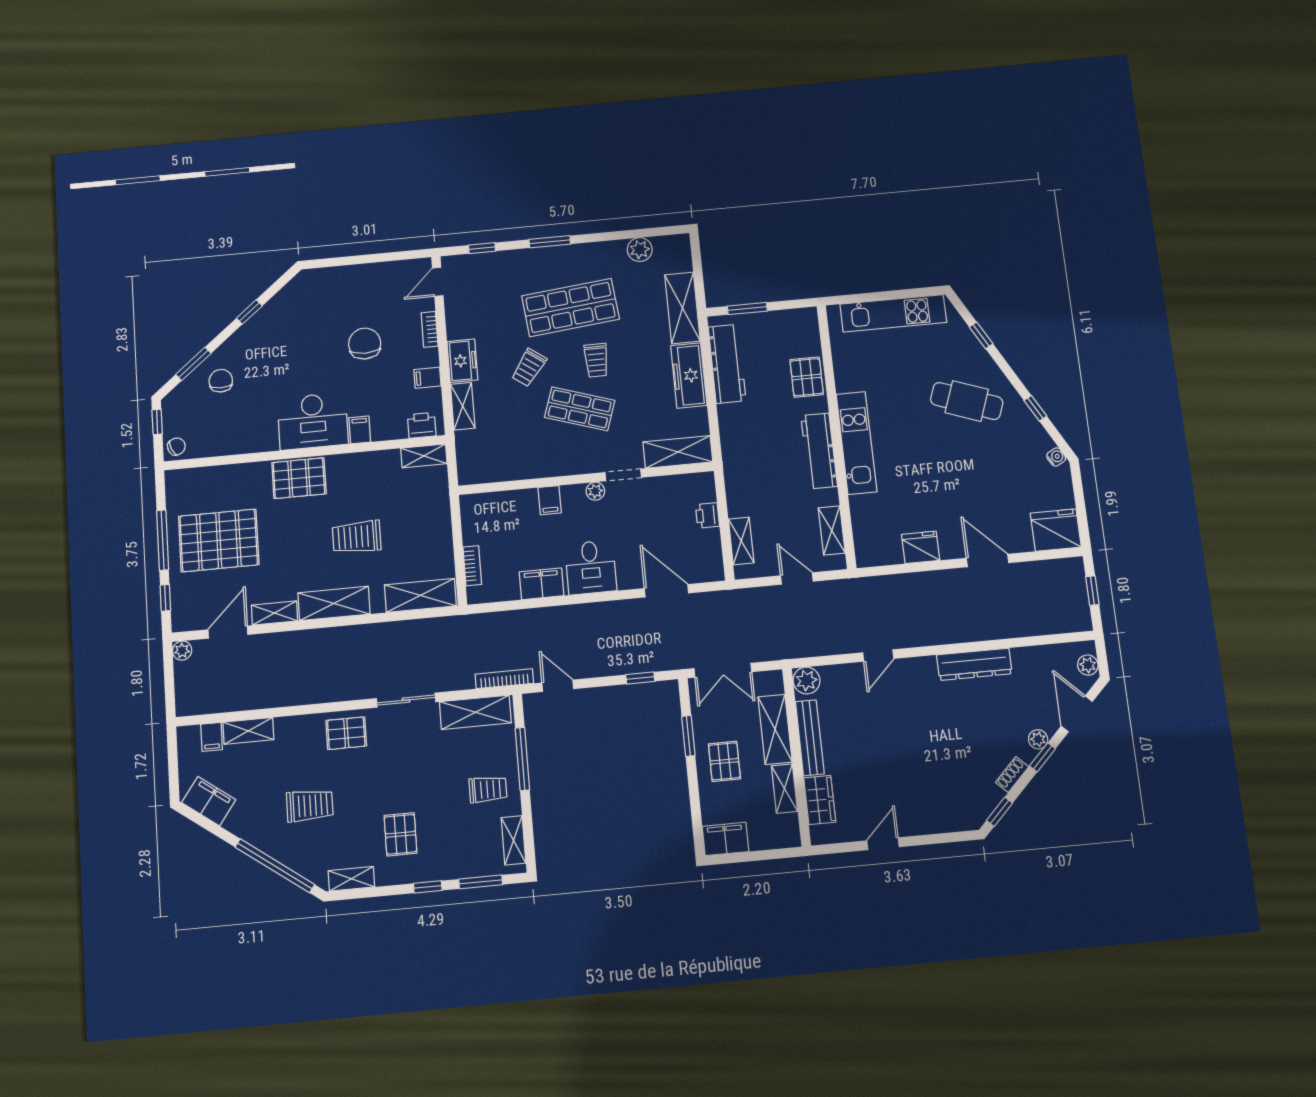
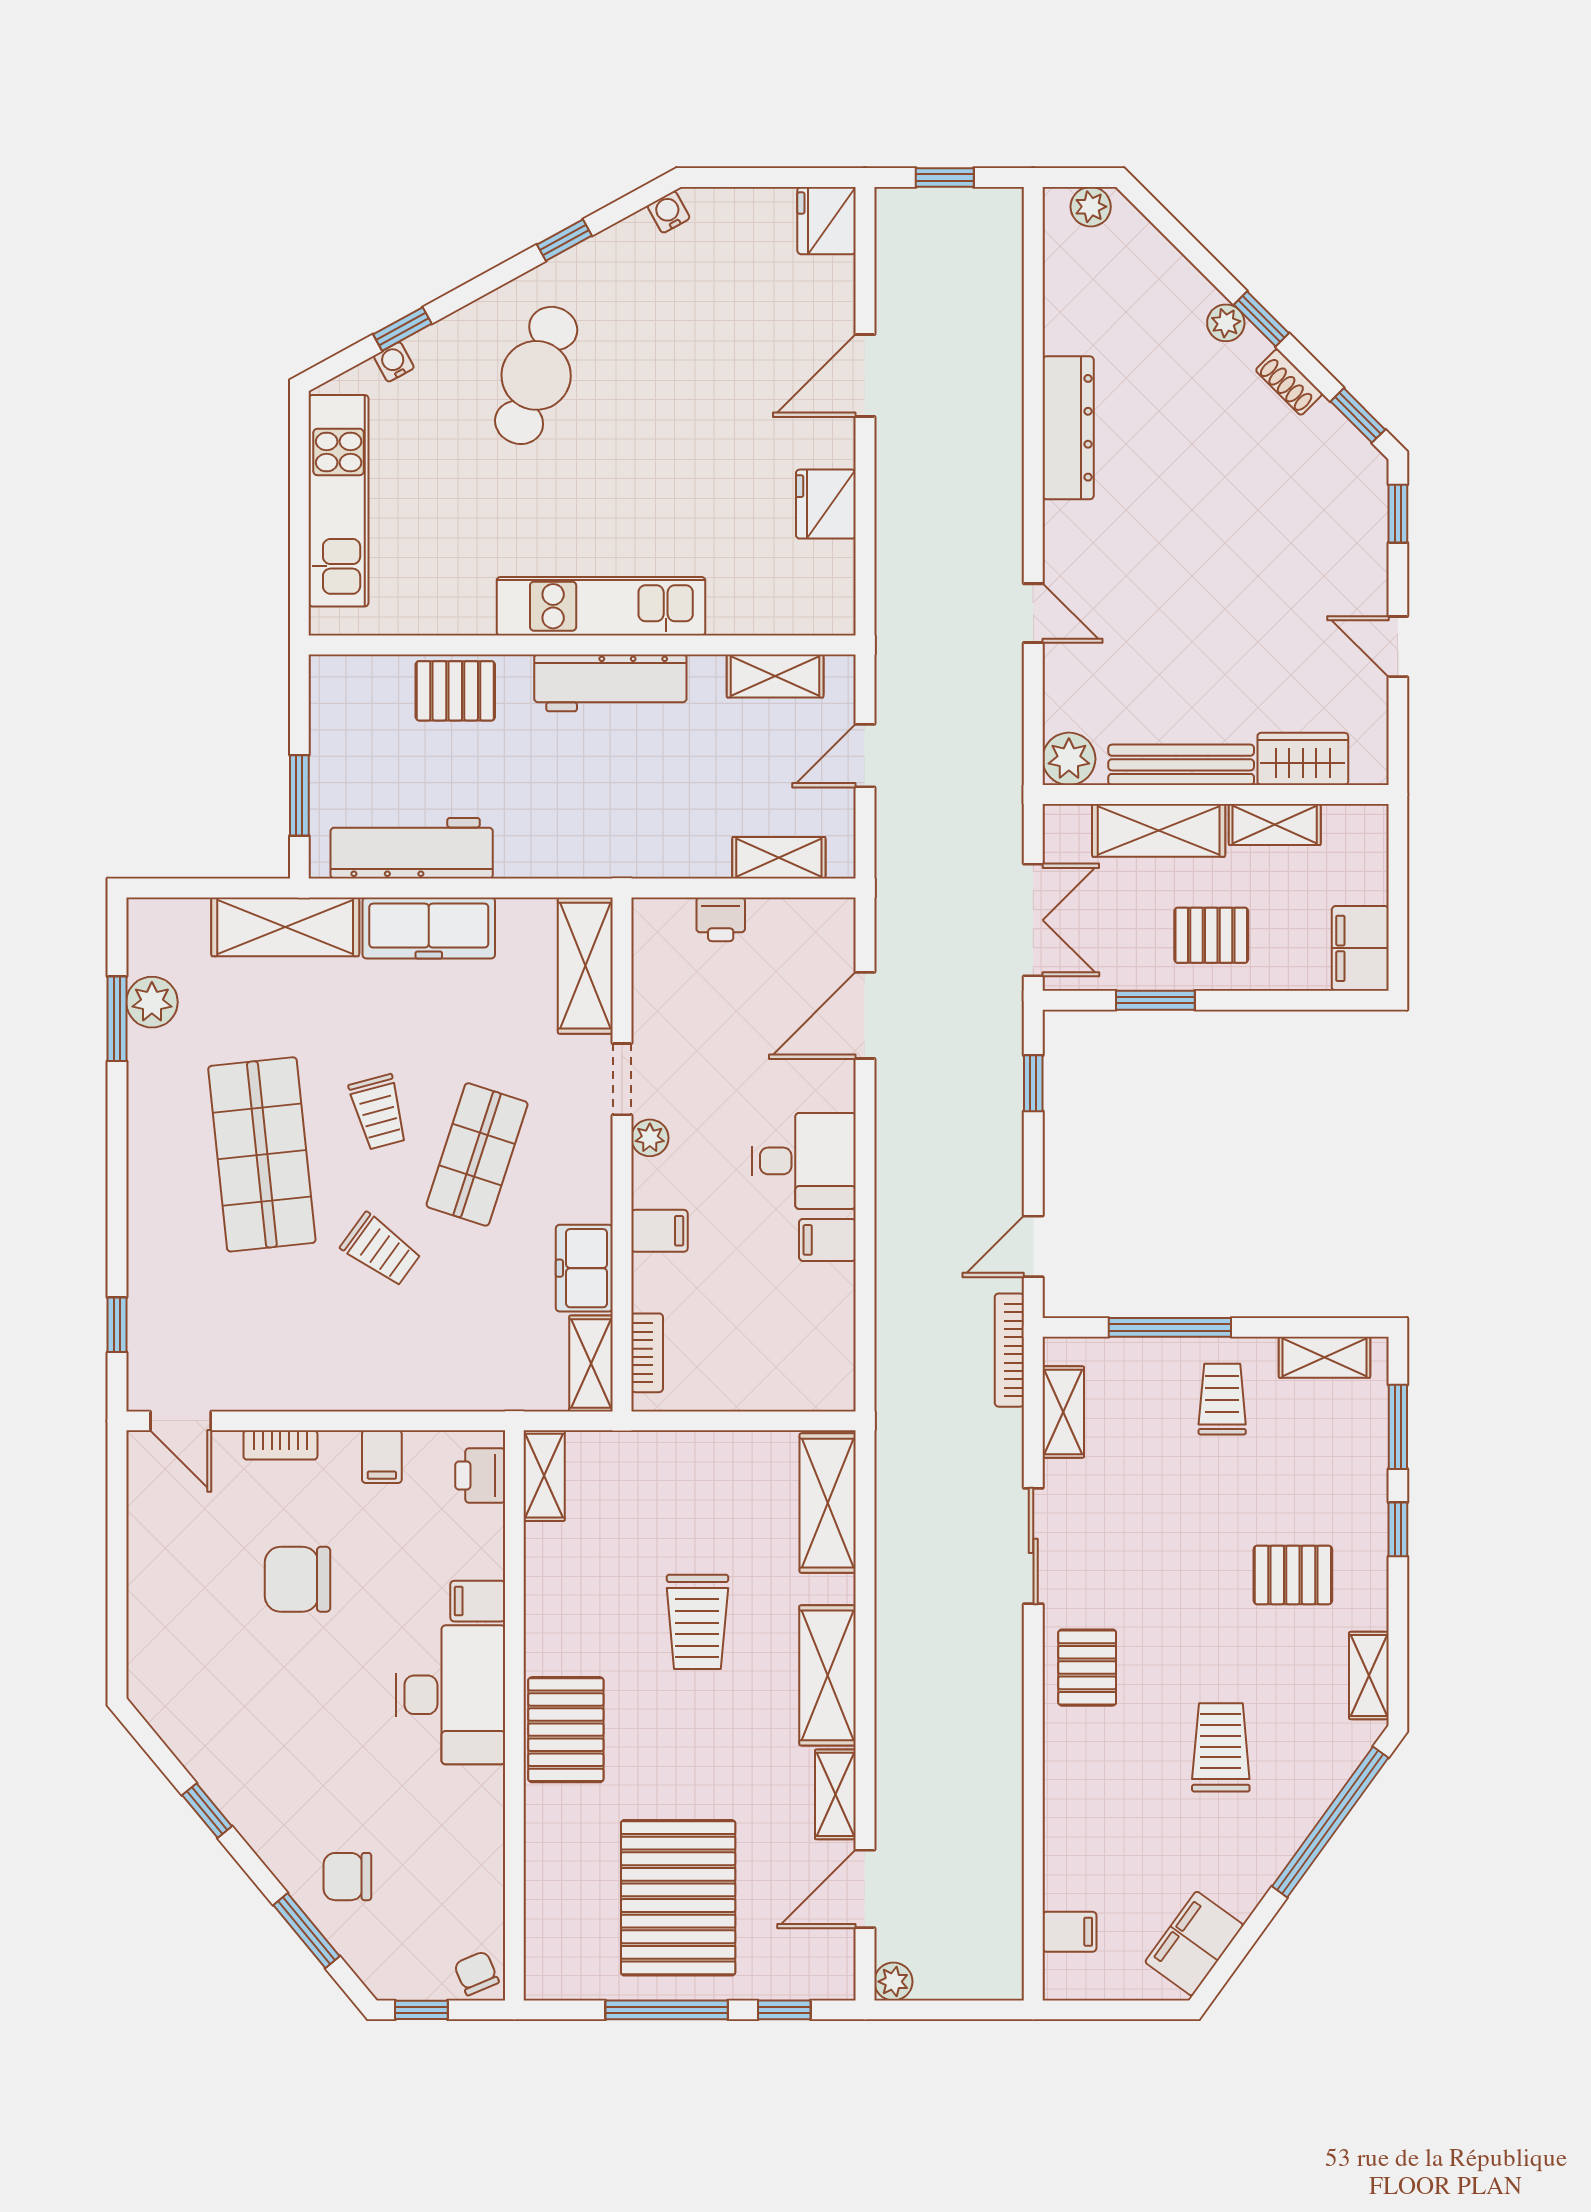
window: (550, 242) -> (117, 1019), moved
water cooler: (965, 333) -> (394, 362), added
trolley: (596, 360) -> (378, 1112), turned 75
freezer: (462, 361) -> (584, 1268), moved, turned -90
shelving: (463, 406) -> (591, 1363), moved, turned 90
fridge: (1056, 530) -> (827, 221), width x0.73, depth x0.75
bookcase: (472, 566) -> (647, 1353), moved, turned 90
filing cabinet: (542, 584) -> (827, 1240), width x0.50
door: (228, 632) -> (865, 1889), hinge flipped
shelving: (475, 712) -> (1063, 1412), width x0.67, depth x0.75
door: (1077, 714) -> (1184, 241), removed
shelving: (248, 731) -> (1065, 1859), removed
window: (952, 837) -> (1398, 514), added

